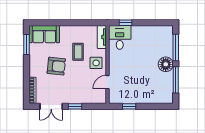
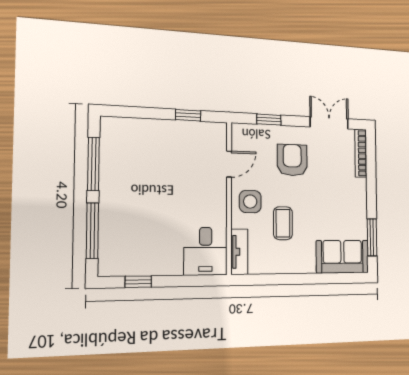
window: (126, 23) -> (138, 282), moved
floor lamp: (166, 64) -> (114, 196), removed
armchair: (56, 66) -> (292, 160), moved, turned 84
window: (75, 106) -> (269, 120), moved

